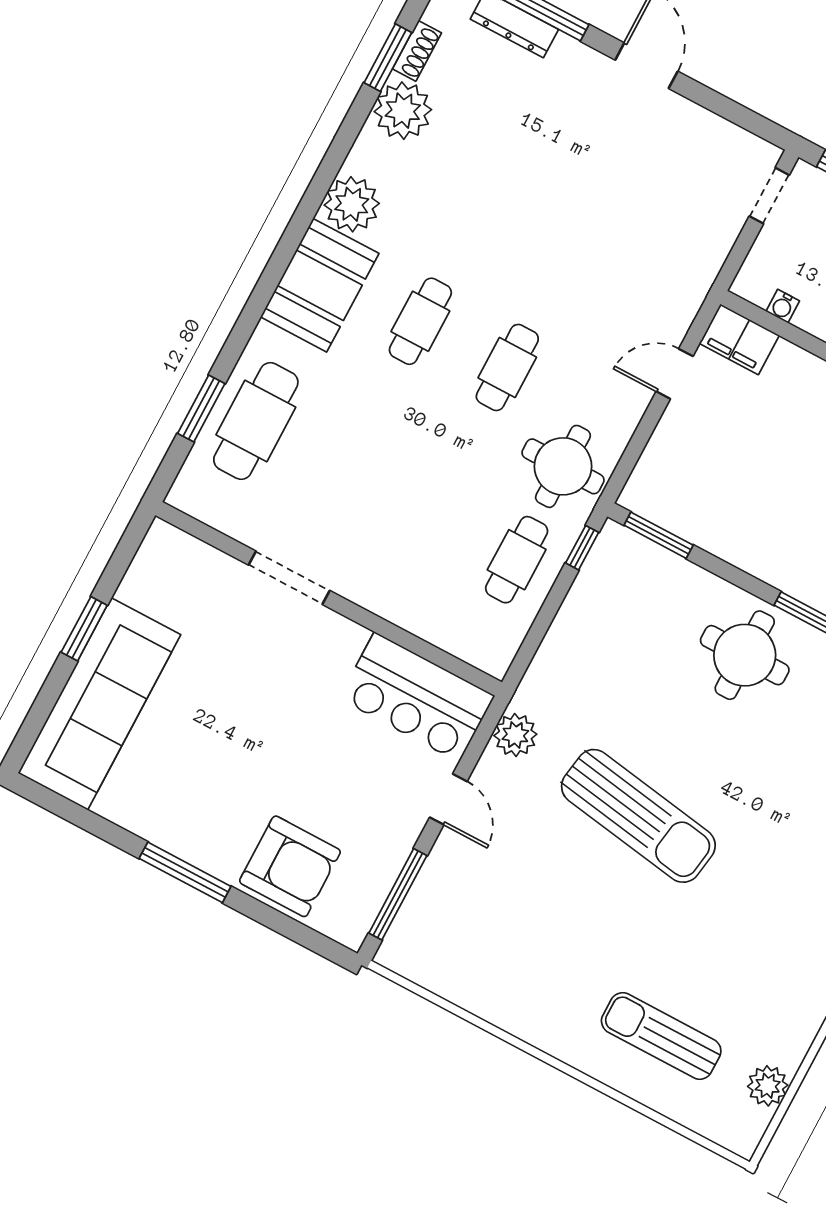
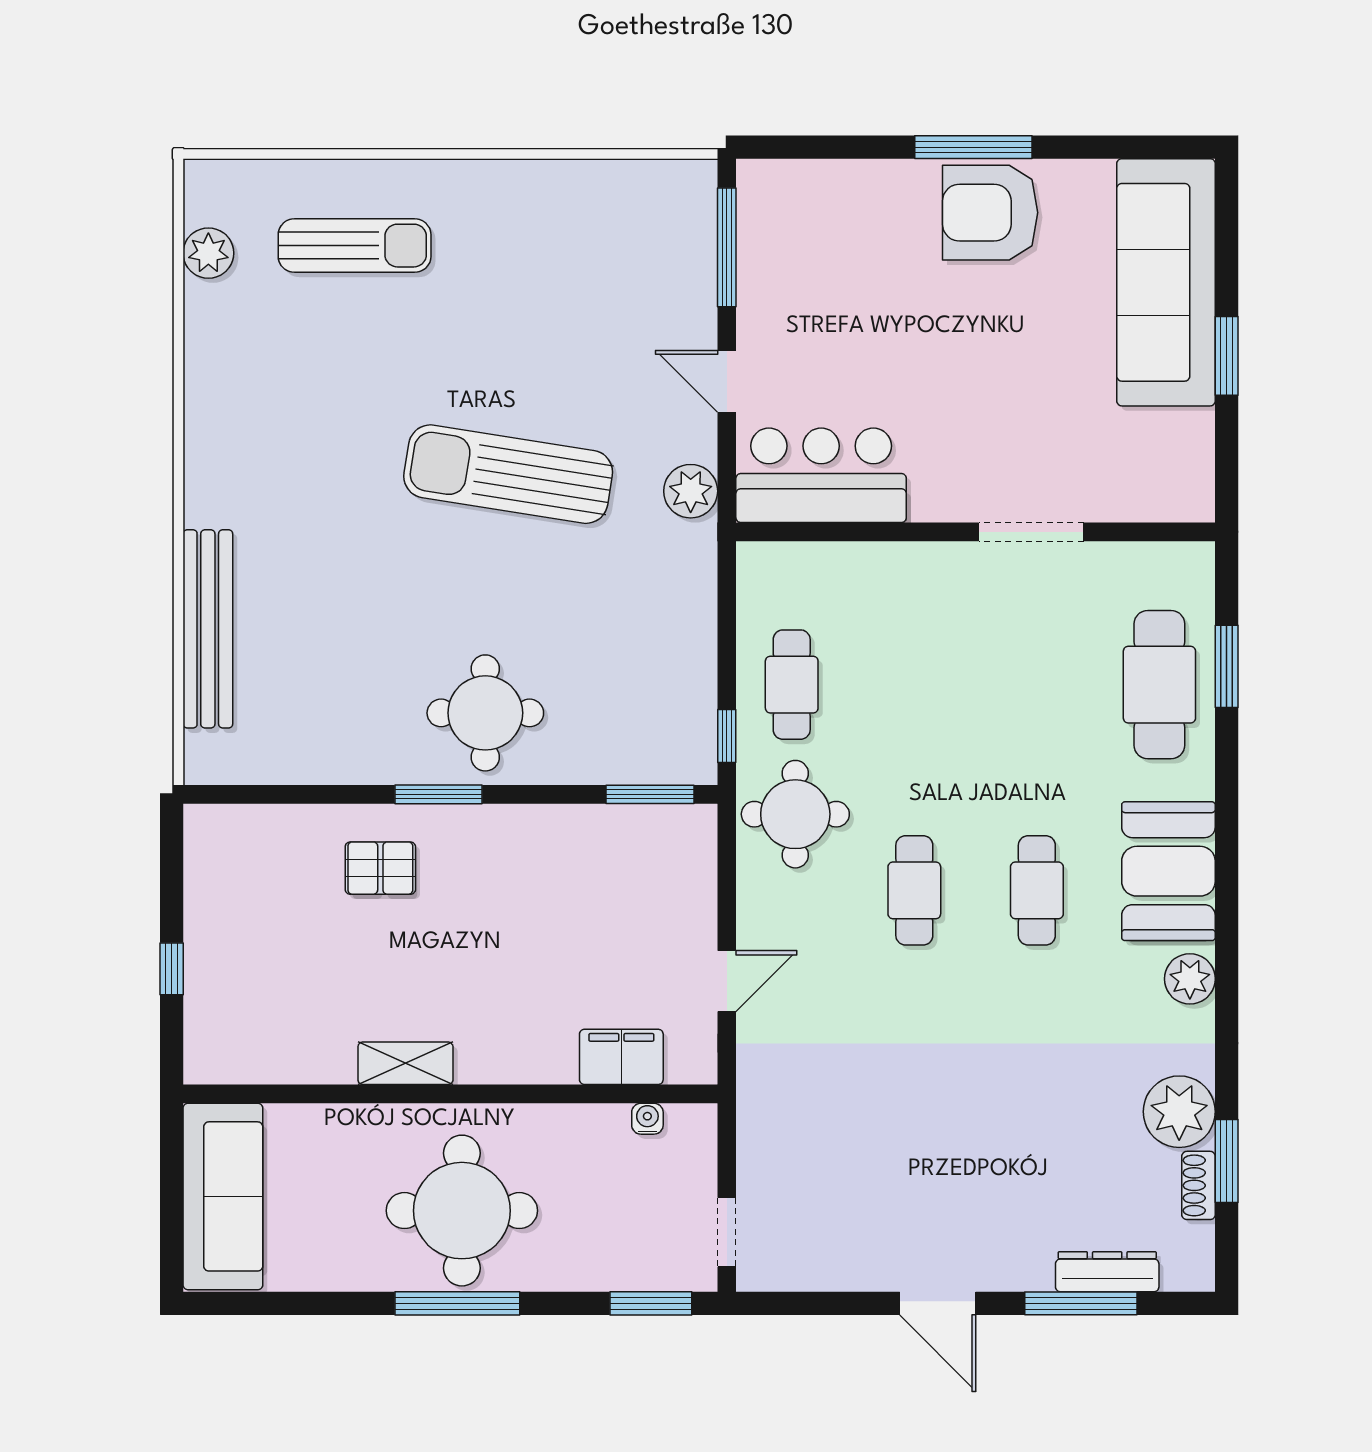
plant: (352, 204) -> (1190, 979), width x0.73, depth x0.73
filing cabinet: (739, 339) -> (621, 1057), moved
armchair: (290, 866) -> (990, 213), moved

